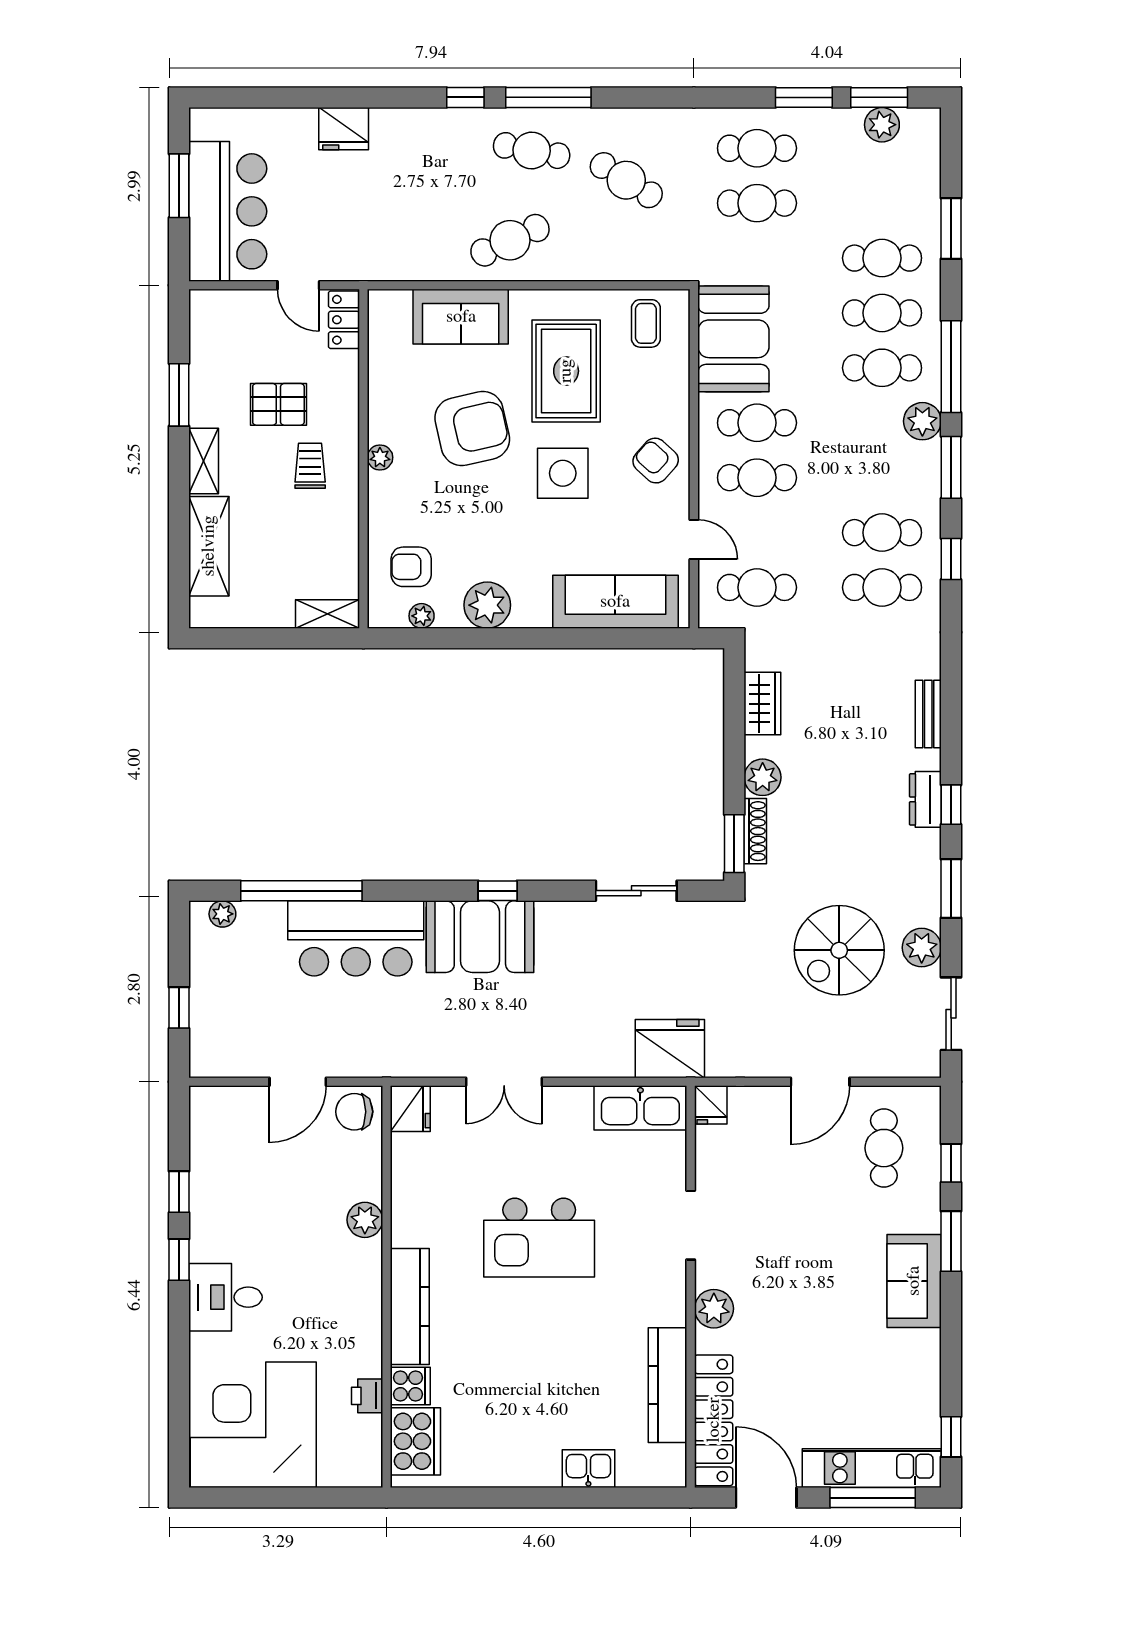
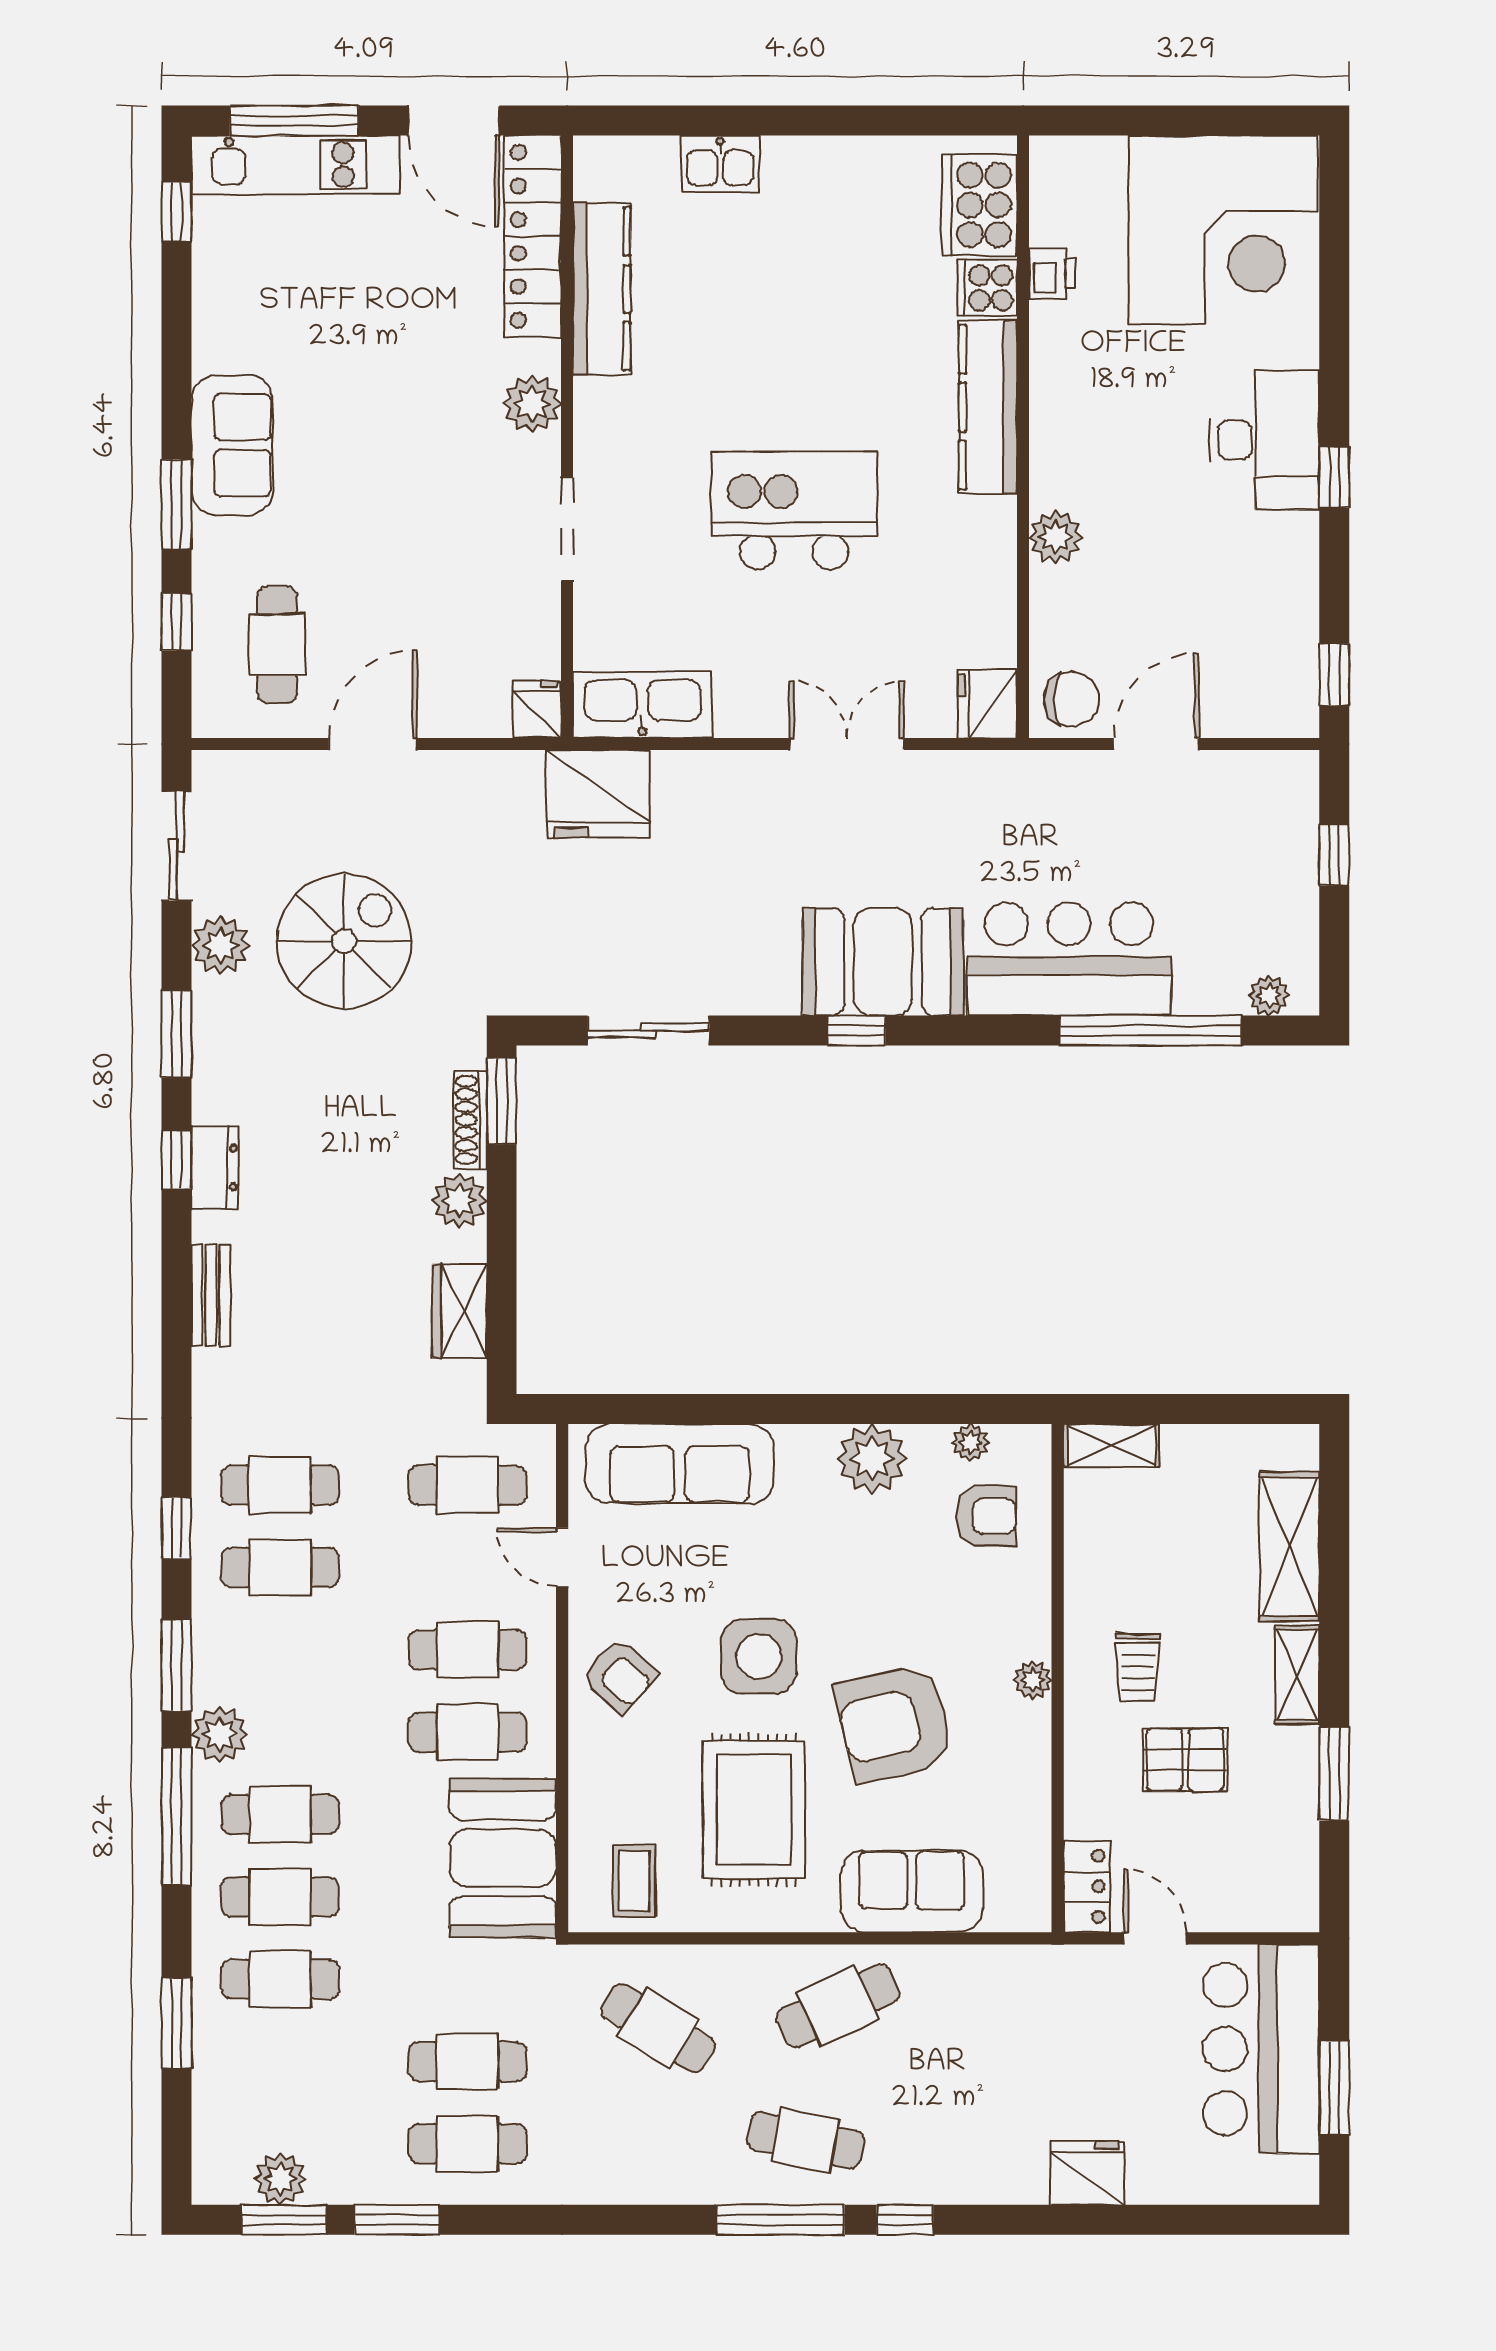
cafe table: (626, 180) -> (658, 2028), moved
window: (179, 1192) -> (1334, 675), moved
desk: (225, 1297) -> (1264, 440), width x1.37

